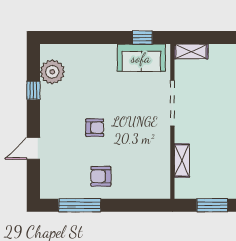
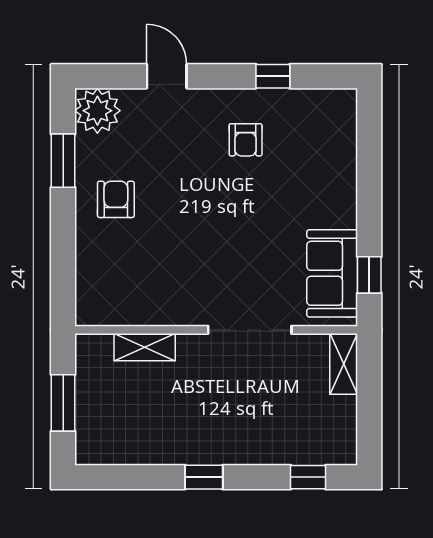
plant: (52, 72) -> (97, 111), moved
armchair: (95, 128) -> (246, 140), moved
window: (80, 205) -> (63, 161), width x0.69

